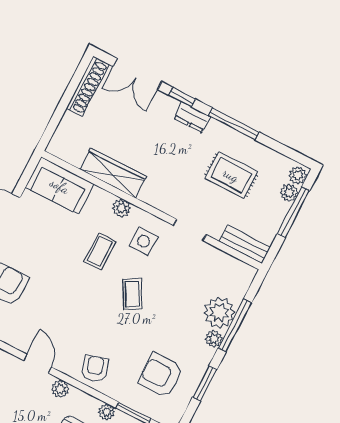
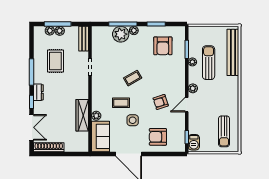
plant: (298, 175) -> (60, 31), moved
plant: (121, 208) -> (96, 116), moved
side table: (144, 241) -> (133, 120), moved
armchair: (95, 369) -> (161, 102), moved

